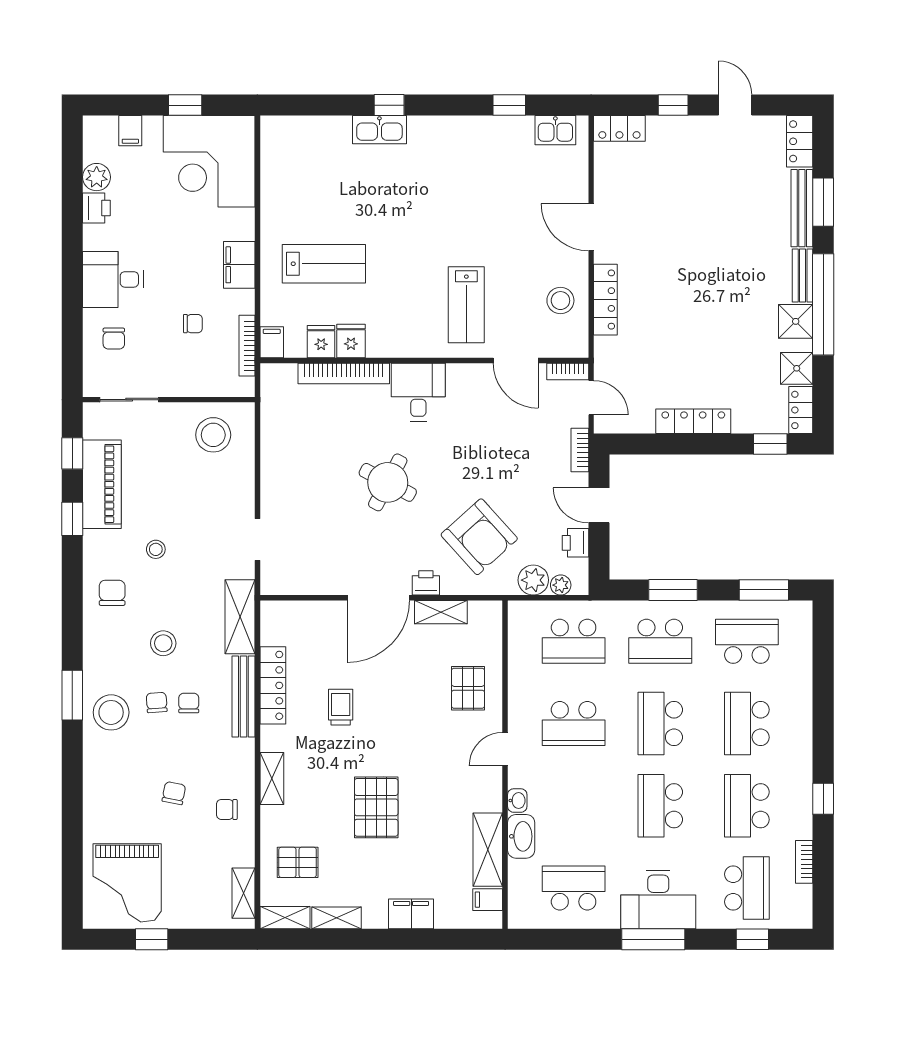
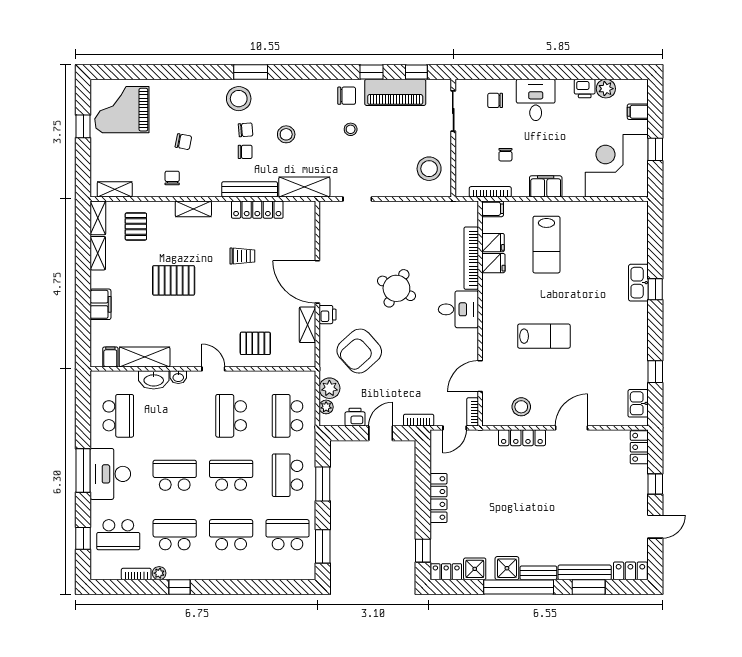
lab bench: (466, 305) -> (544, 336), moved, turned 180
chair: (112, 593) -> (347, 96), moved
school desk: (747, 641) -> (288, 535), turned -90
plant: (803, 828) -> (159, 573), added

